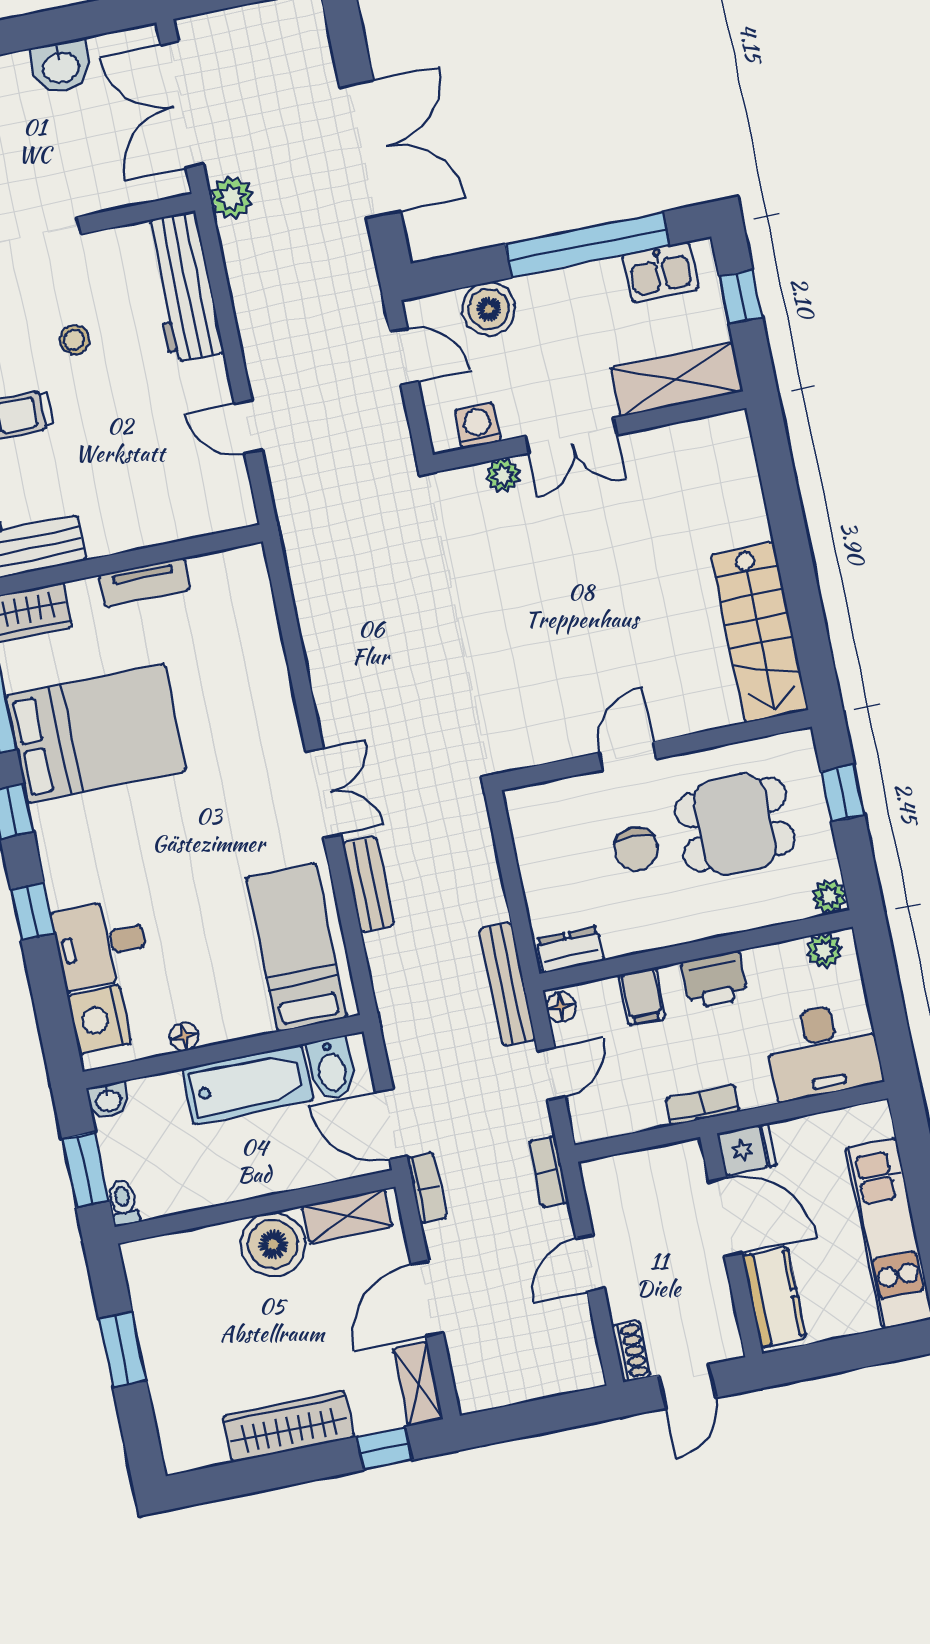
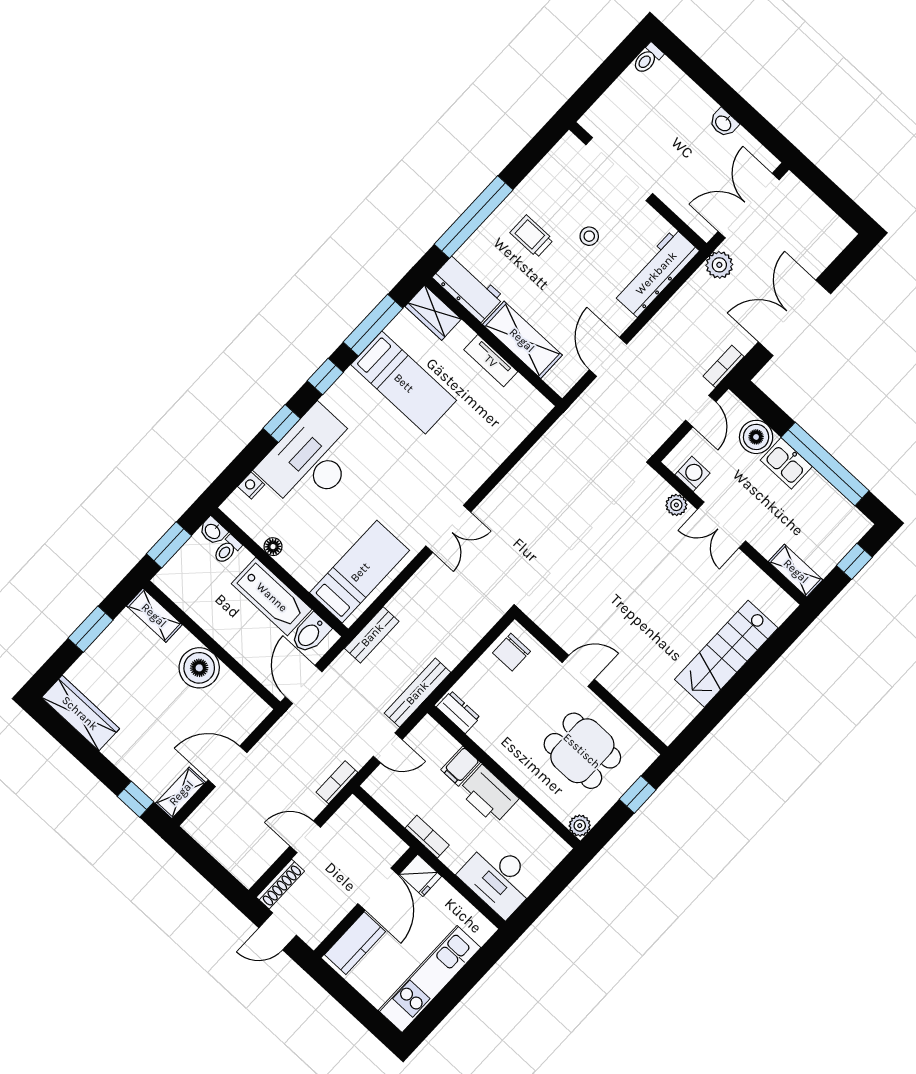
washbasin: (61, 67) -> (724, 123), width x0.72, depth x0.69
double door: (370, 149) -> (794, 318), swing flipped
kitchen sink: (660, 272) -> (786, 463), moved
shelving: (677, 380) -> (796, 571), width x0.67, depth x0.75
door: (248, 427) -> (608, 357), width x1.38
shelving: (147, 522) -> (522, 340), added
stairs: (759, 632) -> (726, 654), moved
bed: (96, 733) -> (404, 383), width x0.67
chair: (636, 849) -> (511, 652), moved
bench: (368, 884) -> (372, 635), moved
desk: (101, 944) -> (311, 460), width x1.87, depth x1.30
plant: (824, 951) -> (550, 842), removed
printer: (715, 980) -> (488, 795), width x1.37, depth x1.19
floor lamp: (561, 1007) -> (426, 729), removed
nightstand: (99, 1020) -> (251, 485), width x0.53, depth x0.56
bookcase: (427, 1188) -> (724, 366), moved, turned 180
toilet: (123, 1203) -> (227, 550), moved, turned 180
shelving: (347, 1216) -> (154, 615), moved
shoe rack: (631, 1351) -> (280, 884), width x1.43
wardrobe: (288, 1426) -> (80, 713), moved

